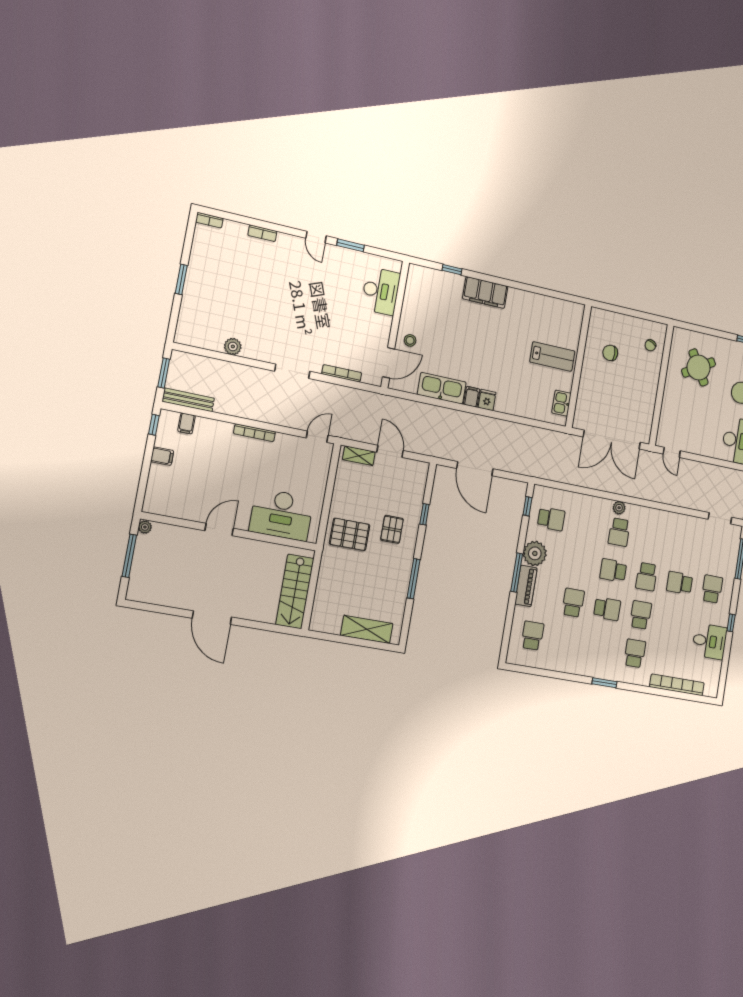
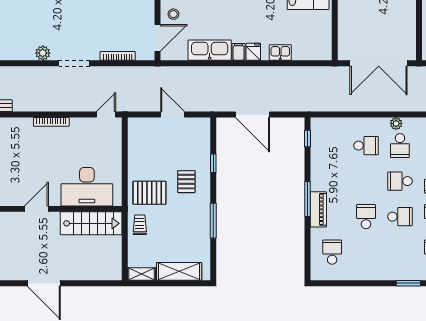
plant: (233, 346) -> (43, 53), moved
kitchen sink: (561, 403) -> (280, 52), moved, turned 90
shelving: (359, 456) -> (142, 274), moved
school desk: (551, 519) -> (366, 146), moved
plant: (535, 553) -> (322, 179), removed
trolley: (333, 569) -> (140, 225), added
stairs: (295, 591) -> (91, 223), moved, turned -90

